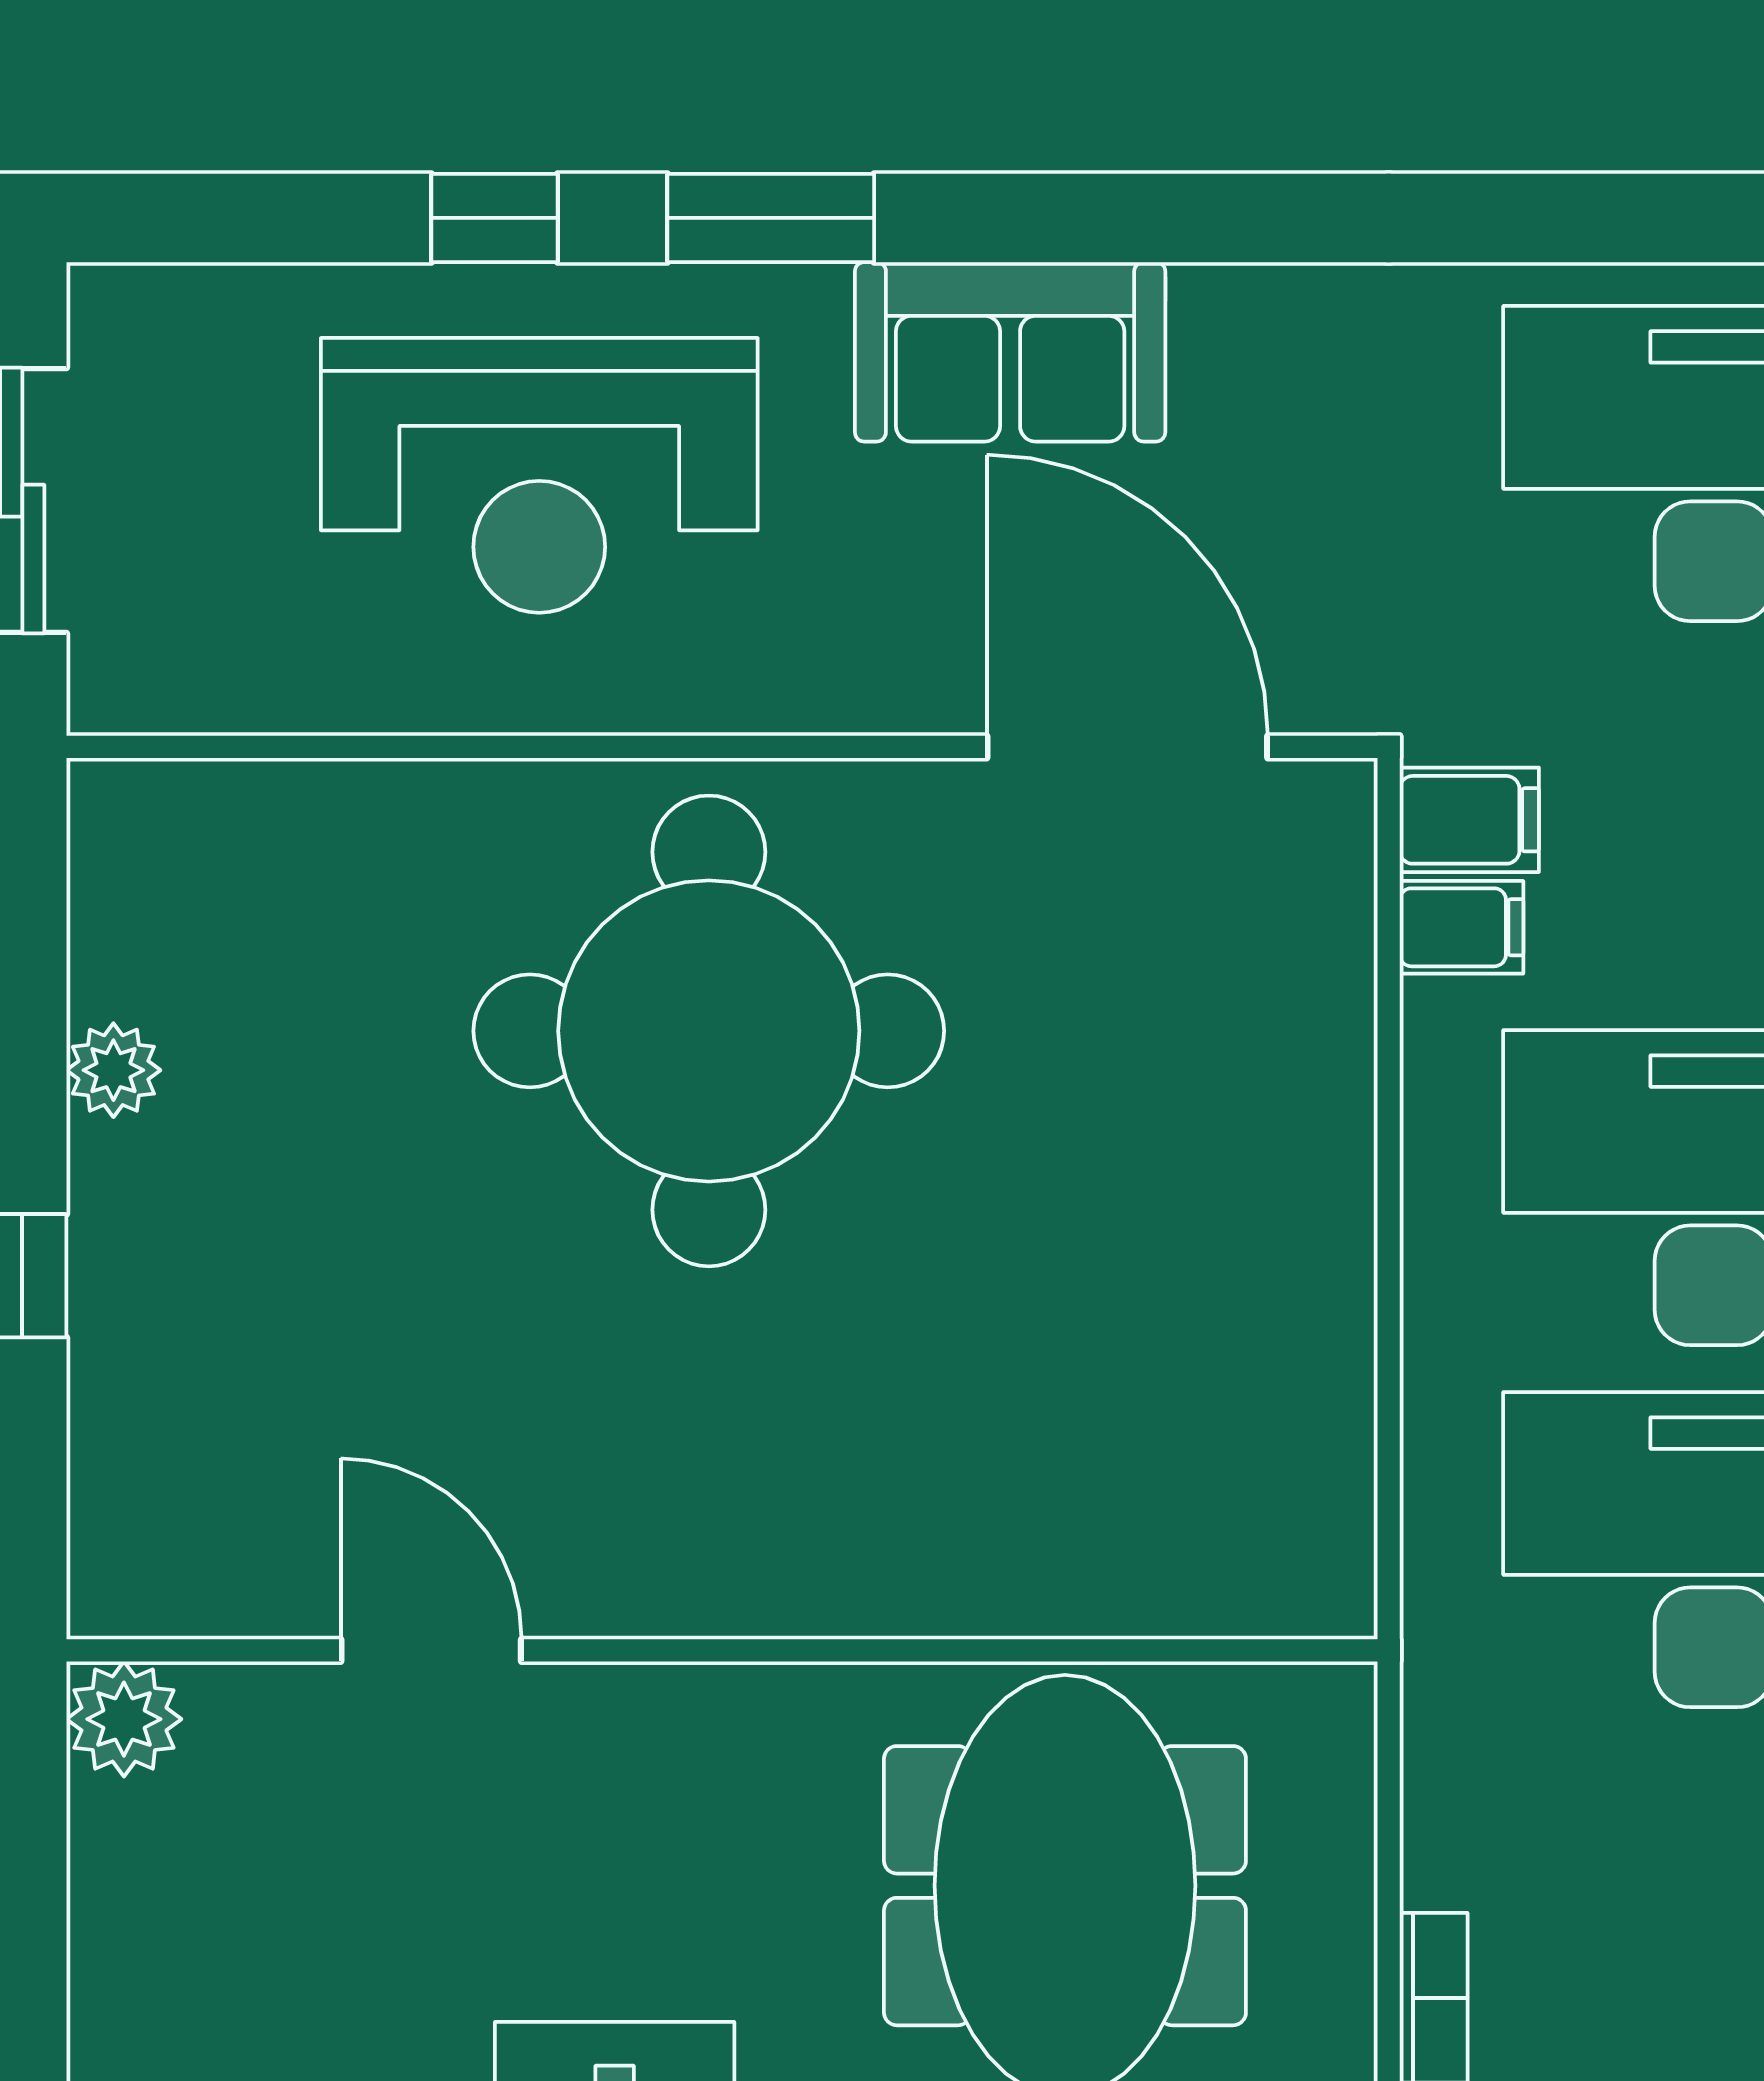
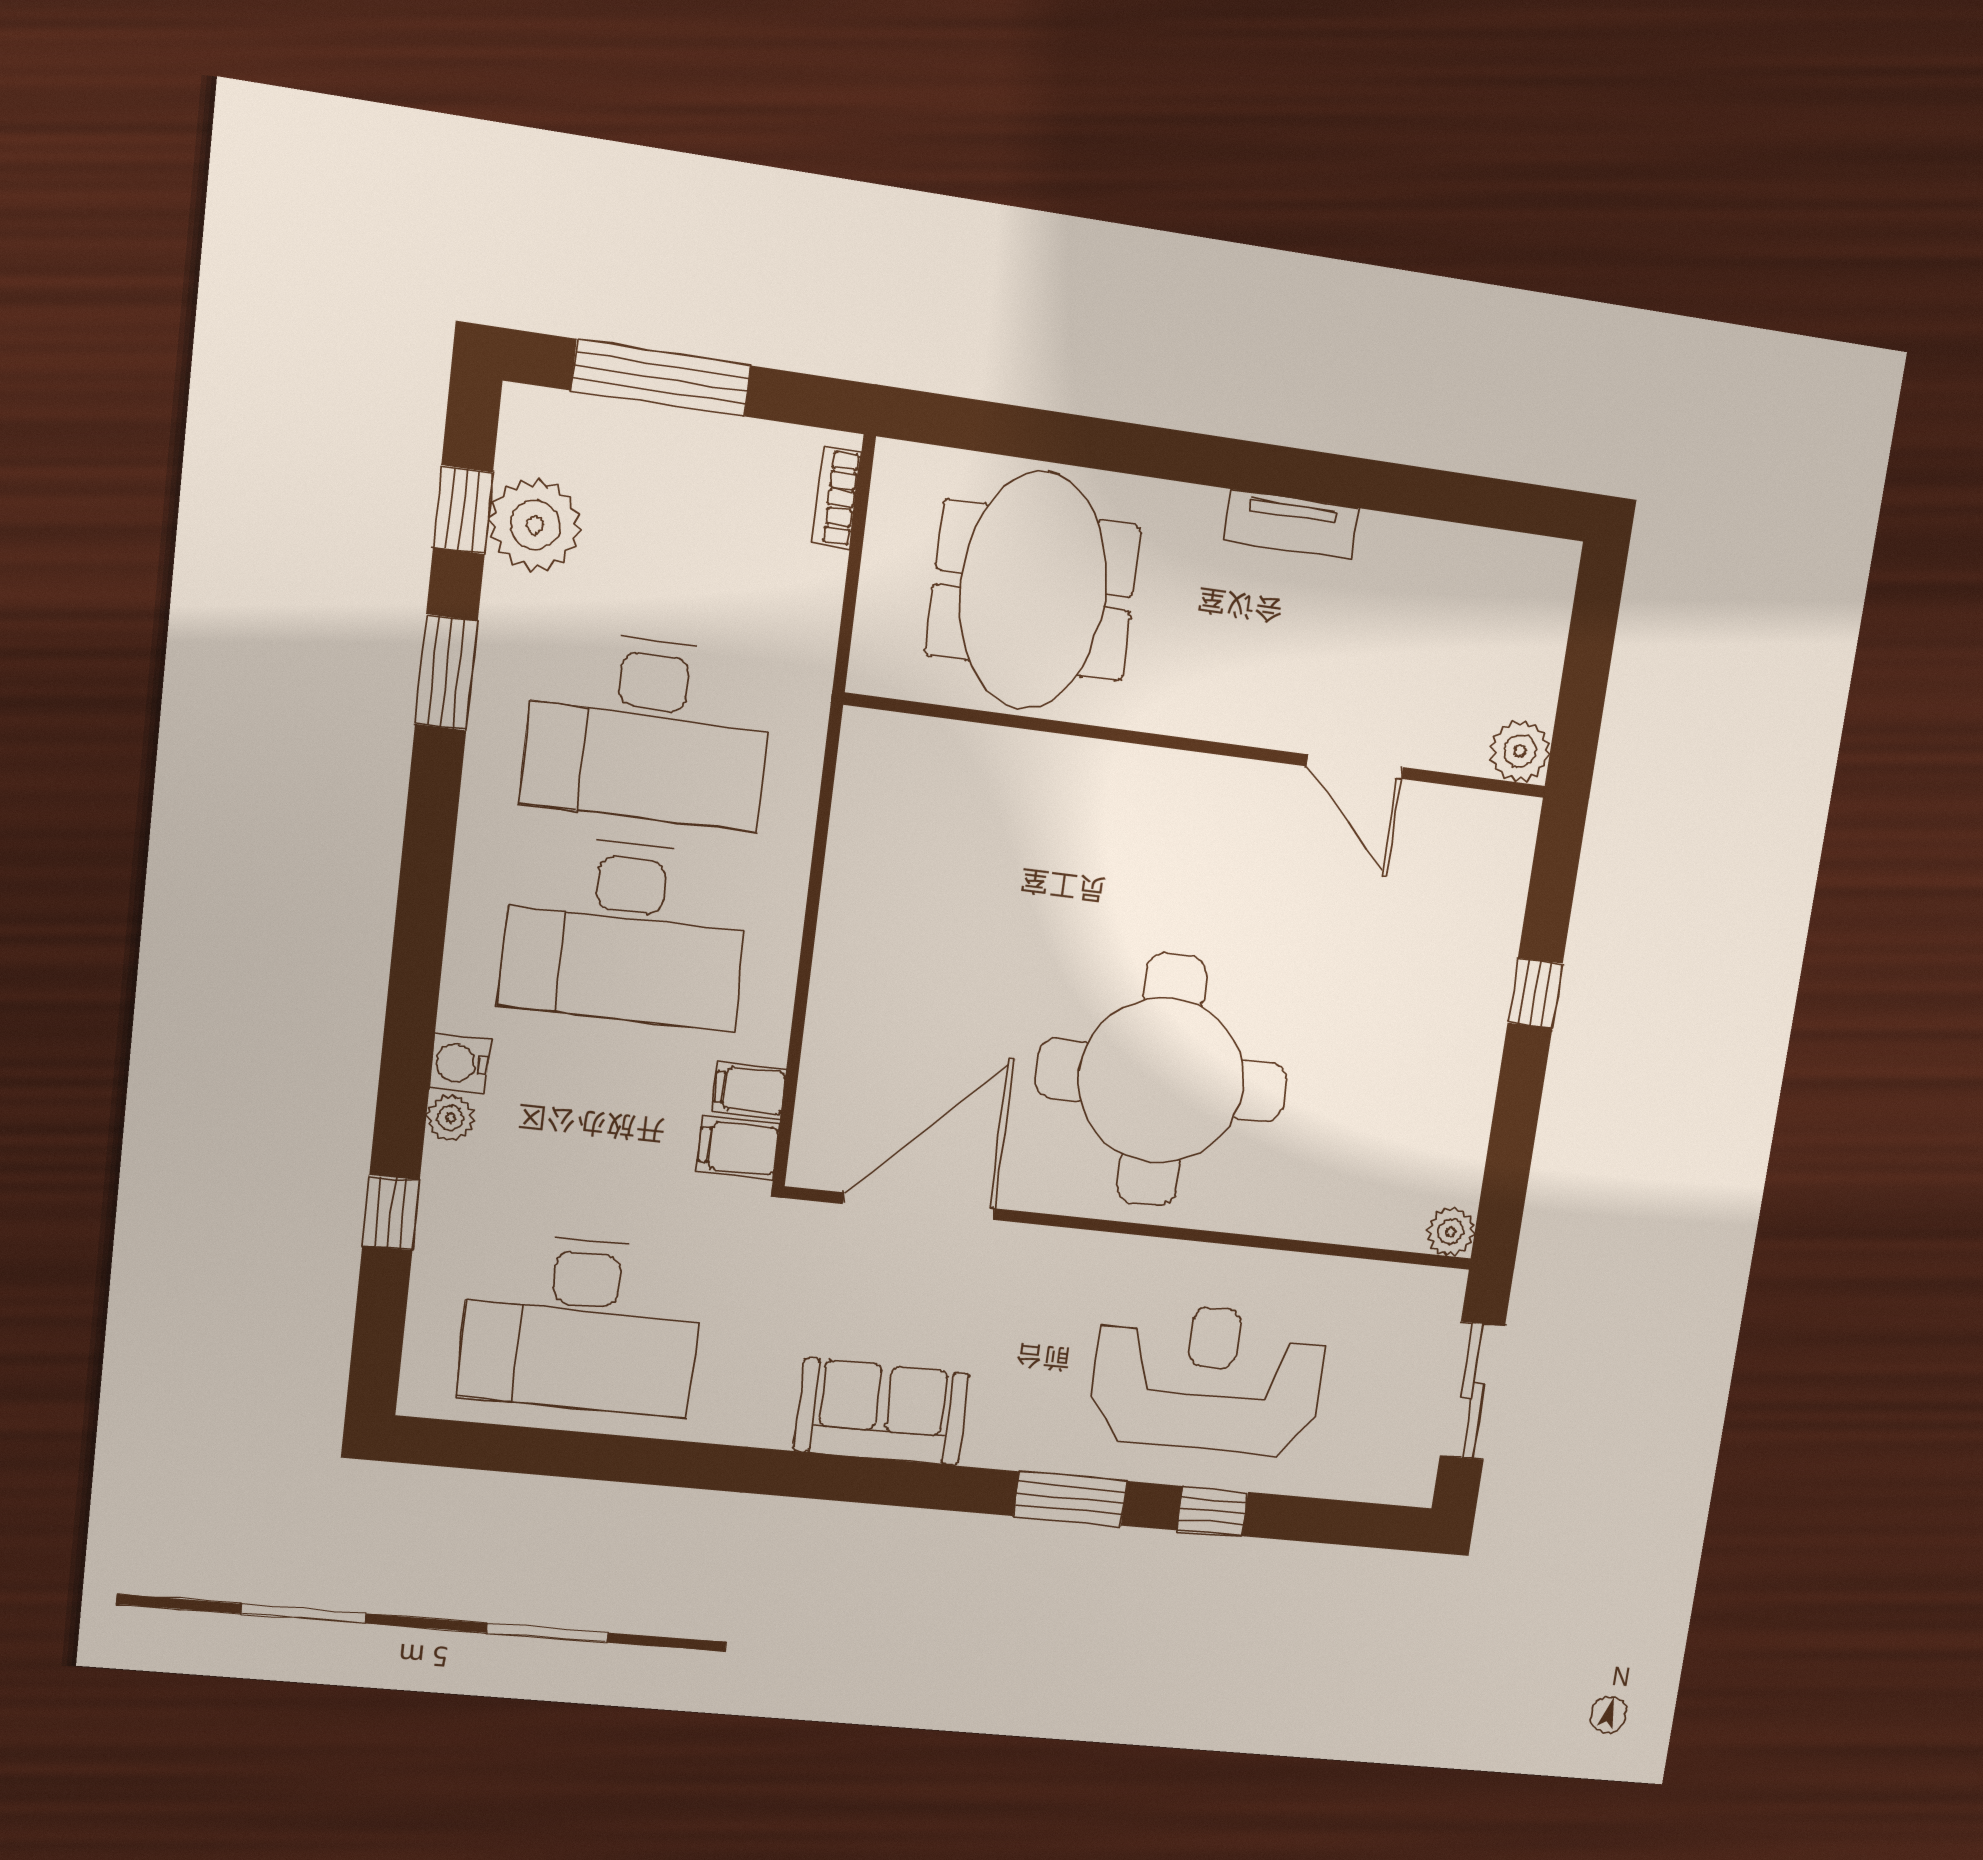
sofa: (1010, 352) -> (882, 1412), moved
door: (1127, 747) -> (919, 1206), swing flipped
plant: (113, 1070) -> (1451, 1232), moved

